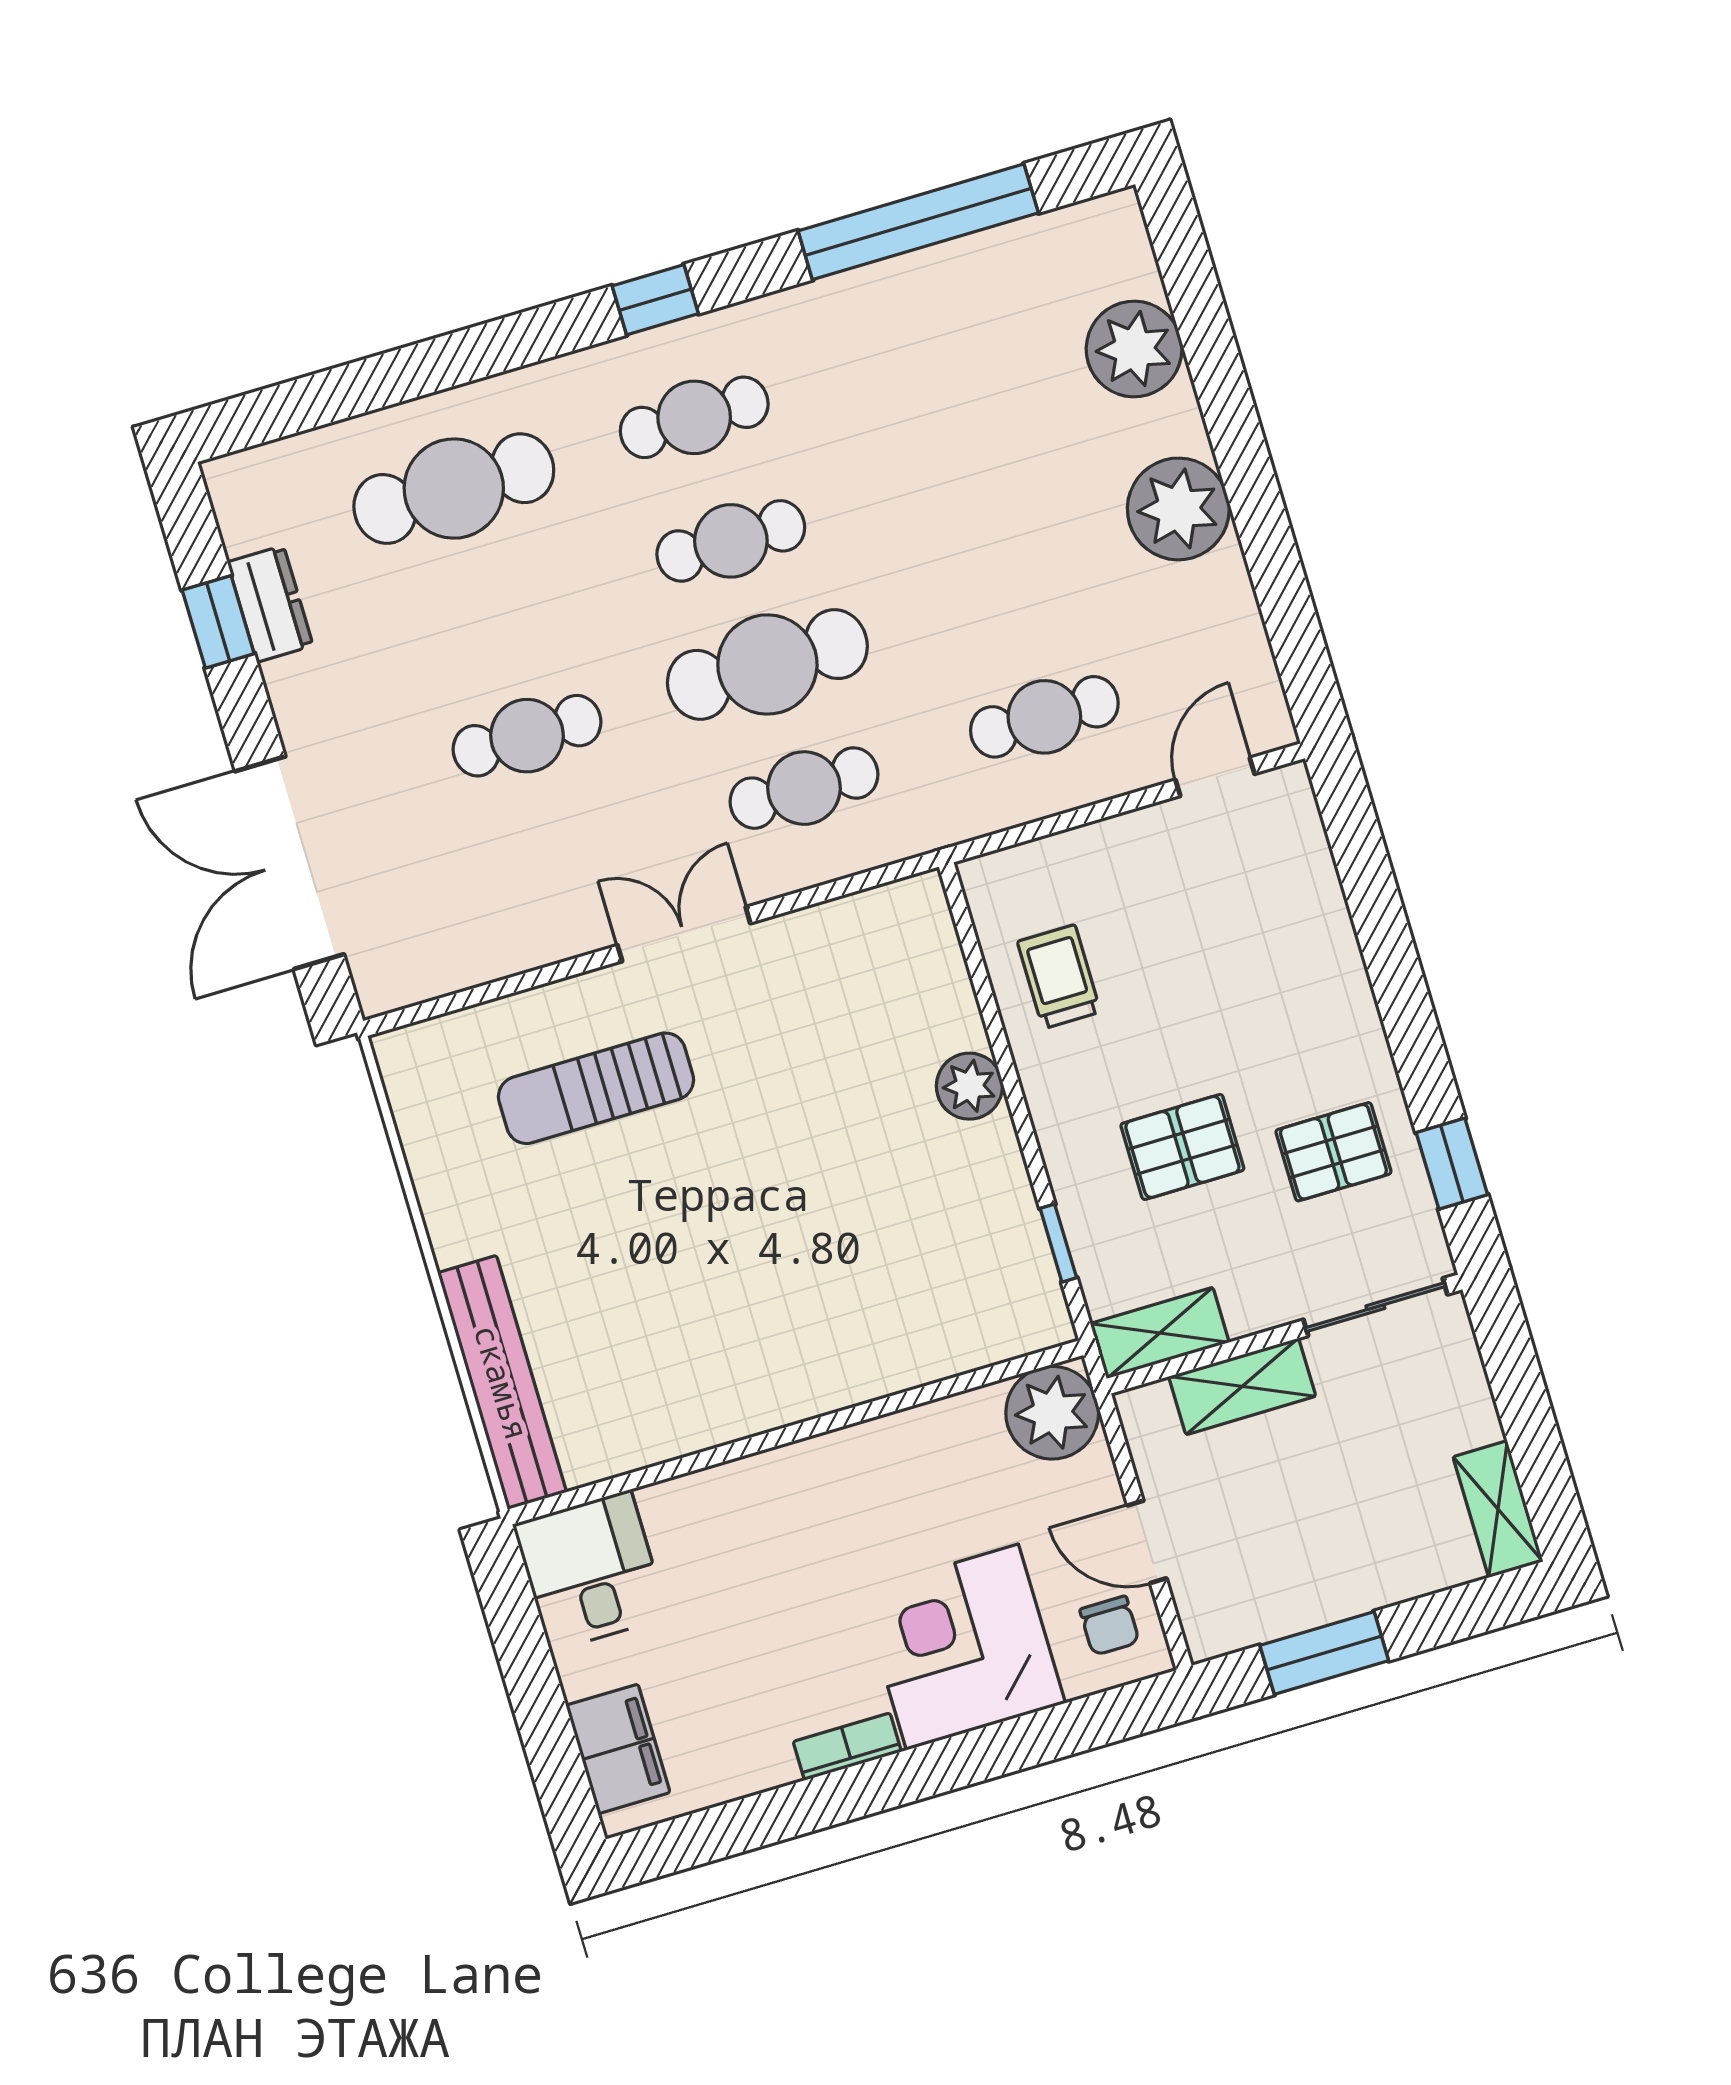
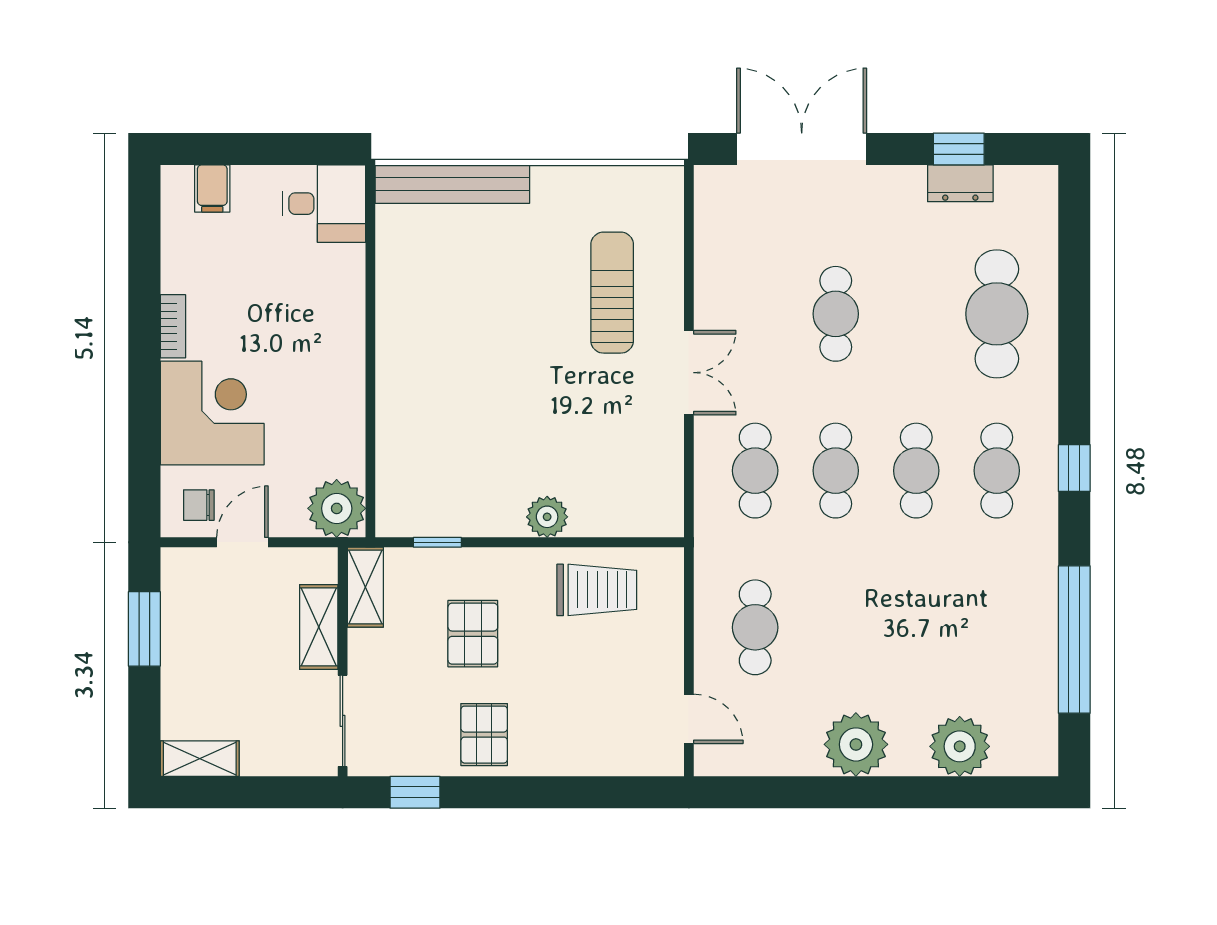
cafe table: (767, 664) -> (836, 471), width x0.73, depth x0.74
trolley: (1059, 977) -> (597, 590), width x1.36, depth x1.39
pallet: (1333, 1152) -> (484, 735), moved
filing cabinet: (618, 1749) -> (212, 188), width x0.50

